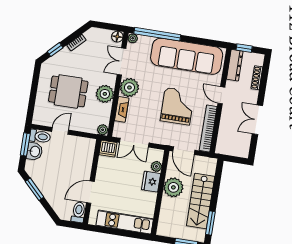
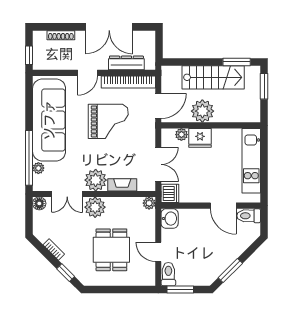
plant: (133, 38) -> (38, 168), moved
dresser: (235, 65) -> (126, 63), moved
plant: (105, 94) -> (95, 207), moved
grand piano: (177, 106) -> (108, 121), turned 180
double door: (257, 120) -> (109, 27), width x1.37
washbasin: (35, 151) -> (170, 219), moved, turned 90

